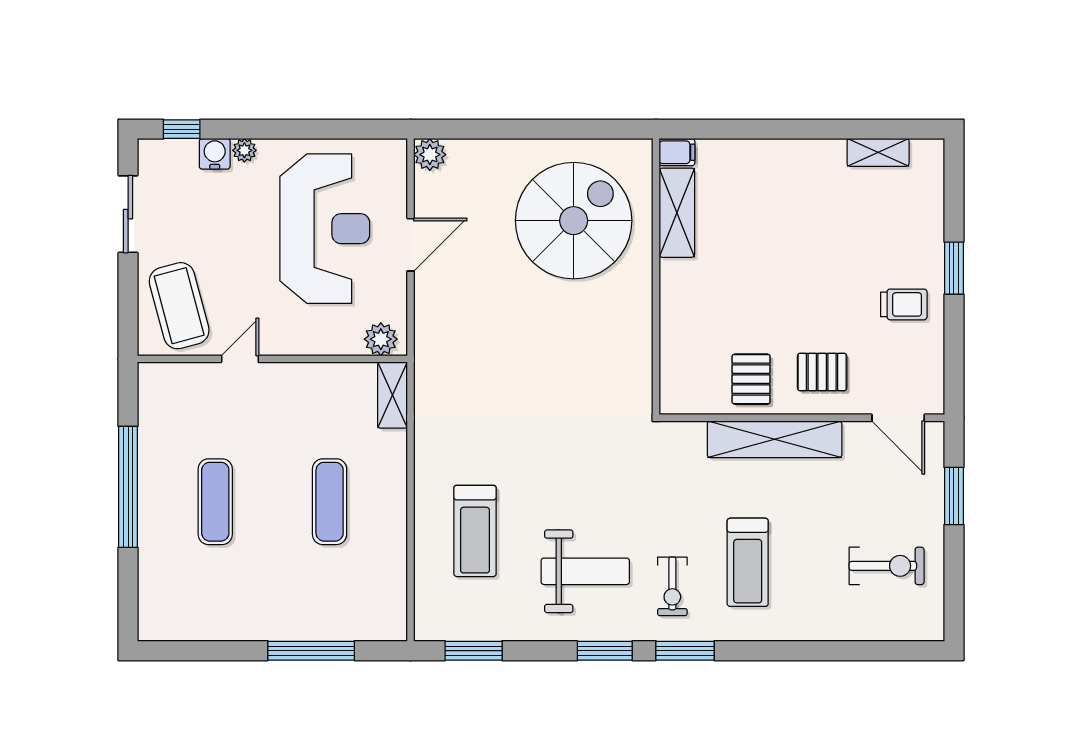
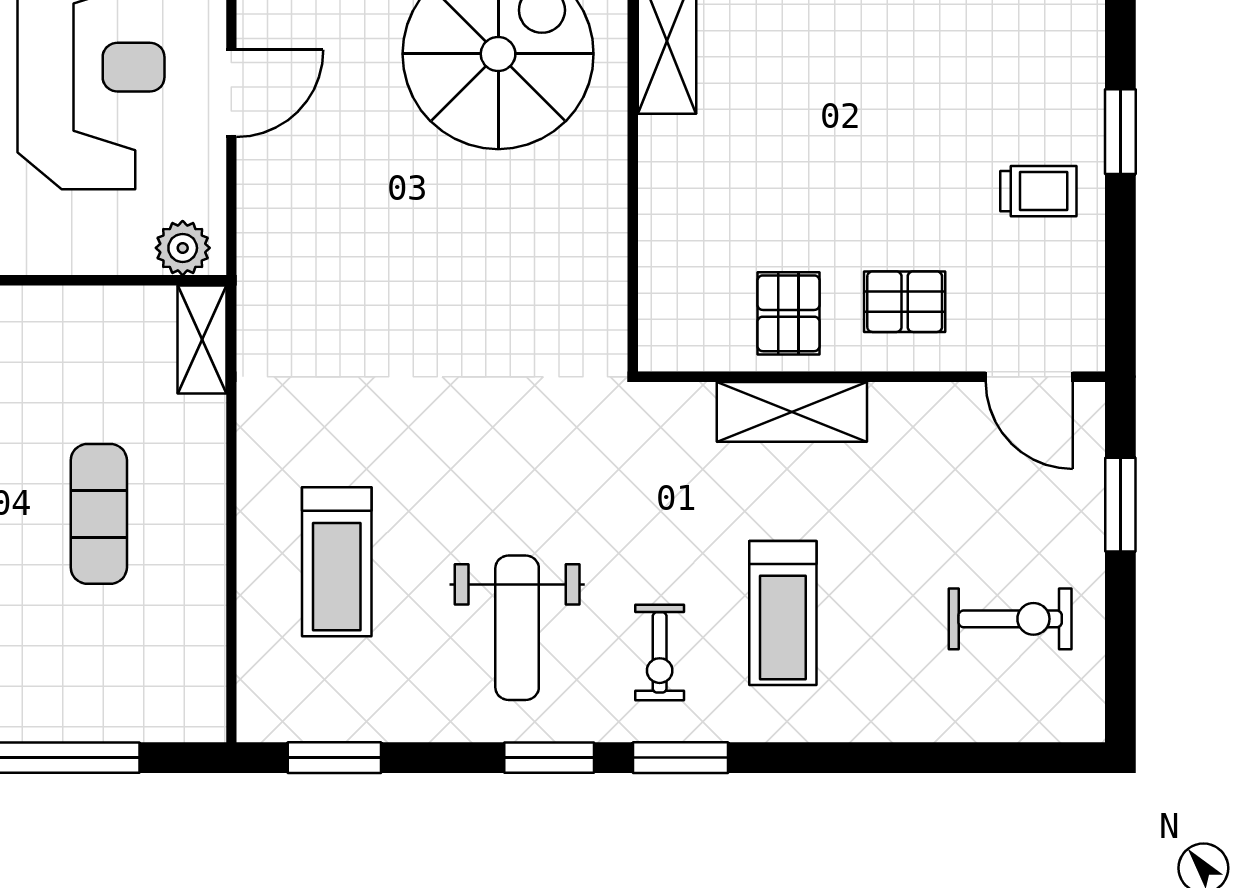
shelving: (775, 439) -> (792, 412), width x0.68
weight bench: (585, 571) -> (517, 628), turned 90

